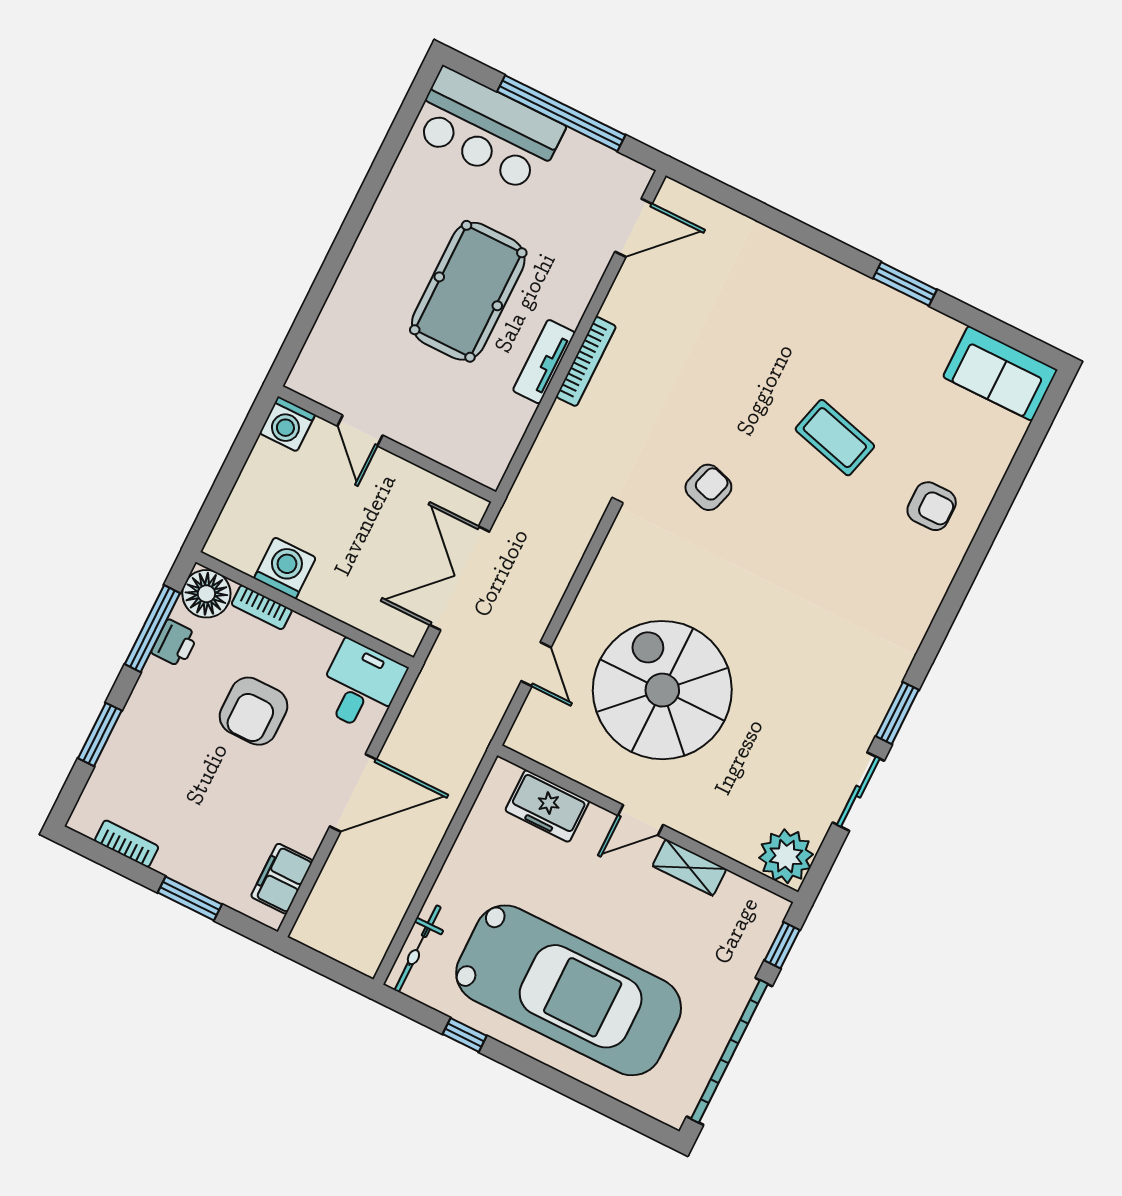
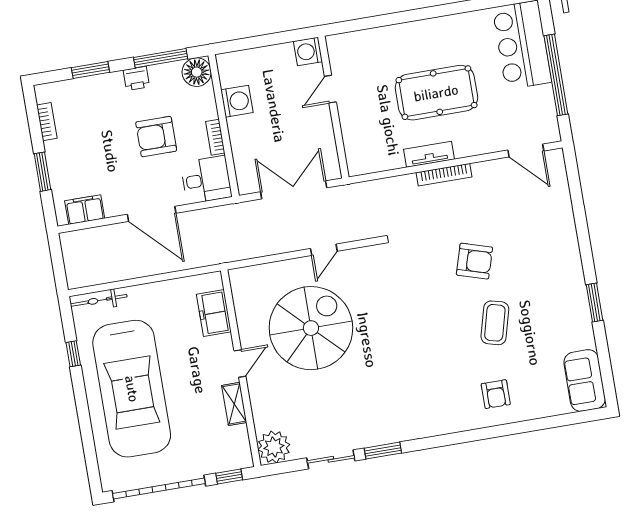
armchair: (708, 487) -> (474, 261), moved, width x1.38, depth x1.38
bookcase: (262, 607) -> (215, 137), moved
printer: (175, 643) -> (136, 78), moved
door: (536, 664) -> (324, 250), moved
door: (640, 820) -> (240, 363), swing flipped

